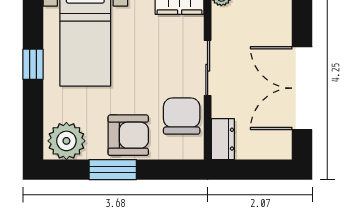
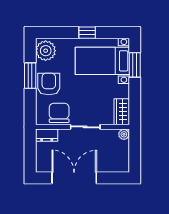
chair: (182, 116) -> (59, 113), turned -90
armchair: (128, 135) -> (49, 84), turned 180

